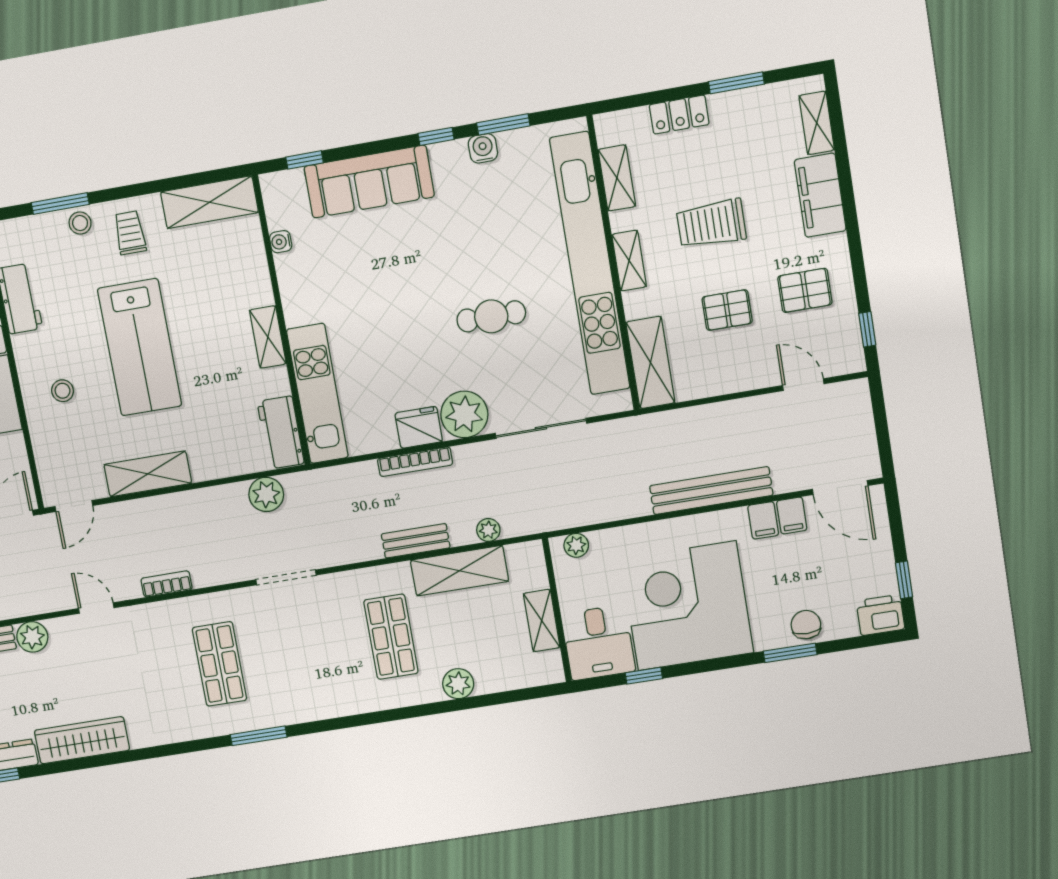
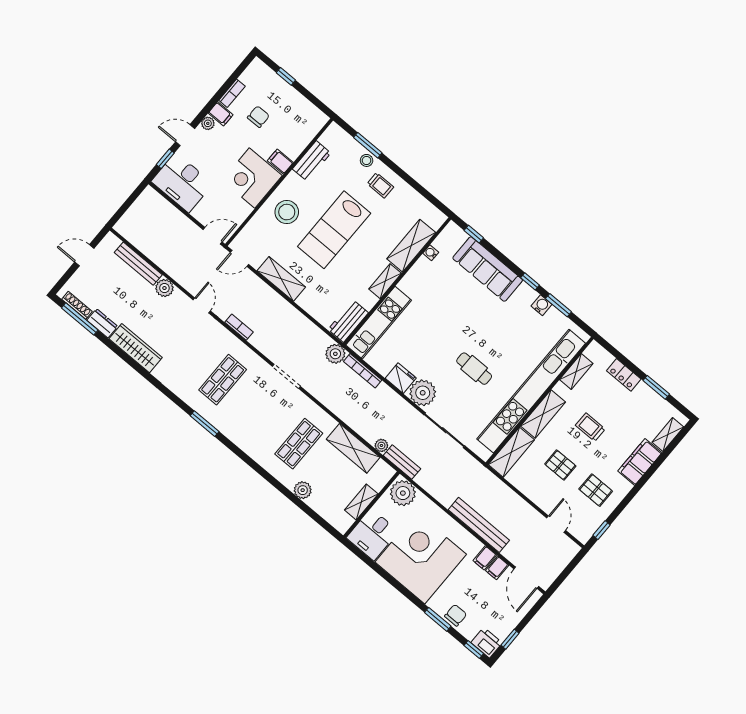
shelving: (209, 202) -> (411, 246), moved, turned 90
trolley: (711, 224) -> (590, 427), width x0.73, depth x0.72
trolley: (130, 233) -> (380, 185), turned 90
shelving: (629, 261) -> (543, 414), width x1.50, depth x1.33
stool: (63, 391) -> (287, 212), width x1.89, depth x1.89
bookcase: (415, 462) -> (363, 371), moved
plant: (266, 494) -> (335, 354), moved
bench: (416, 541) -> (402, 462), moved
plant: (576, 545) -> (403, 493), width x1.88, depth x1.88
window: (644, 676) -> (474, 649), moved

